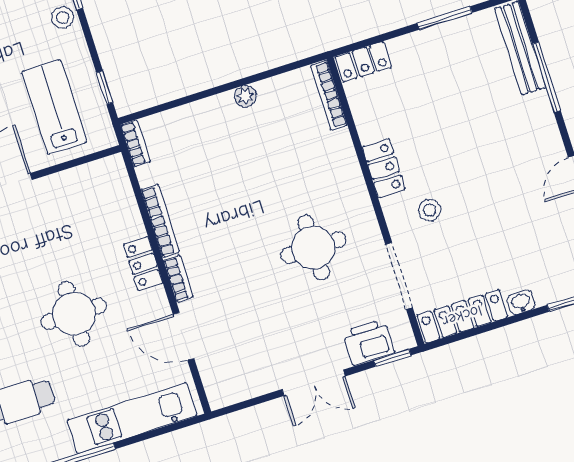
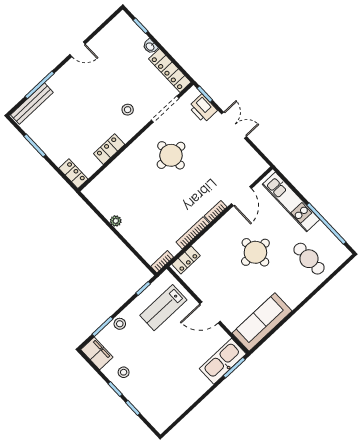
bookcase: (329, 95) -> (97, 182), removed
locker: (384, 168) -> (109, 149), moved
locker: (143, 264) -> (186, 260), moved

